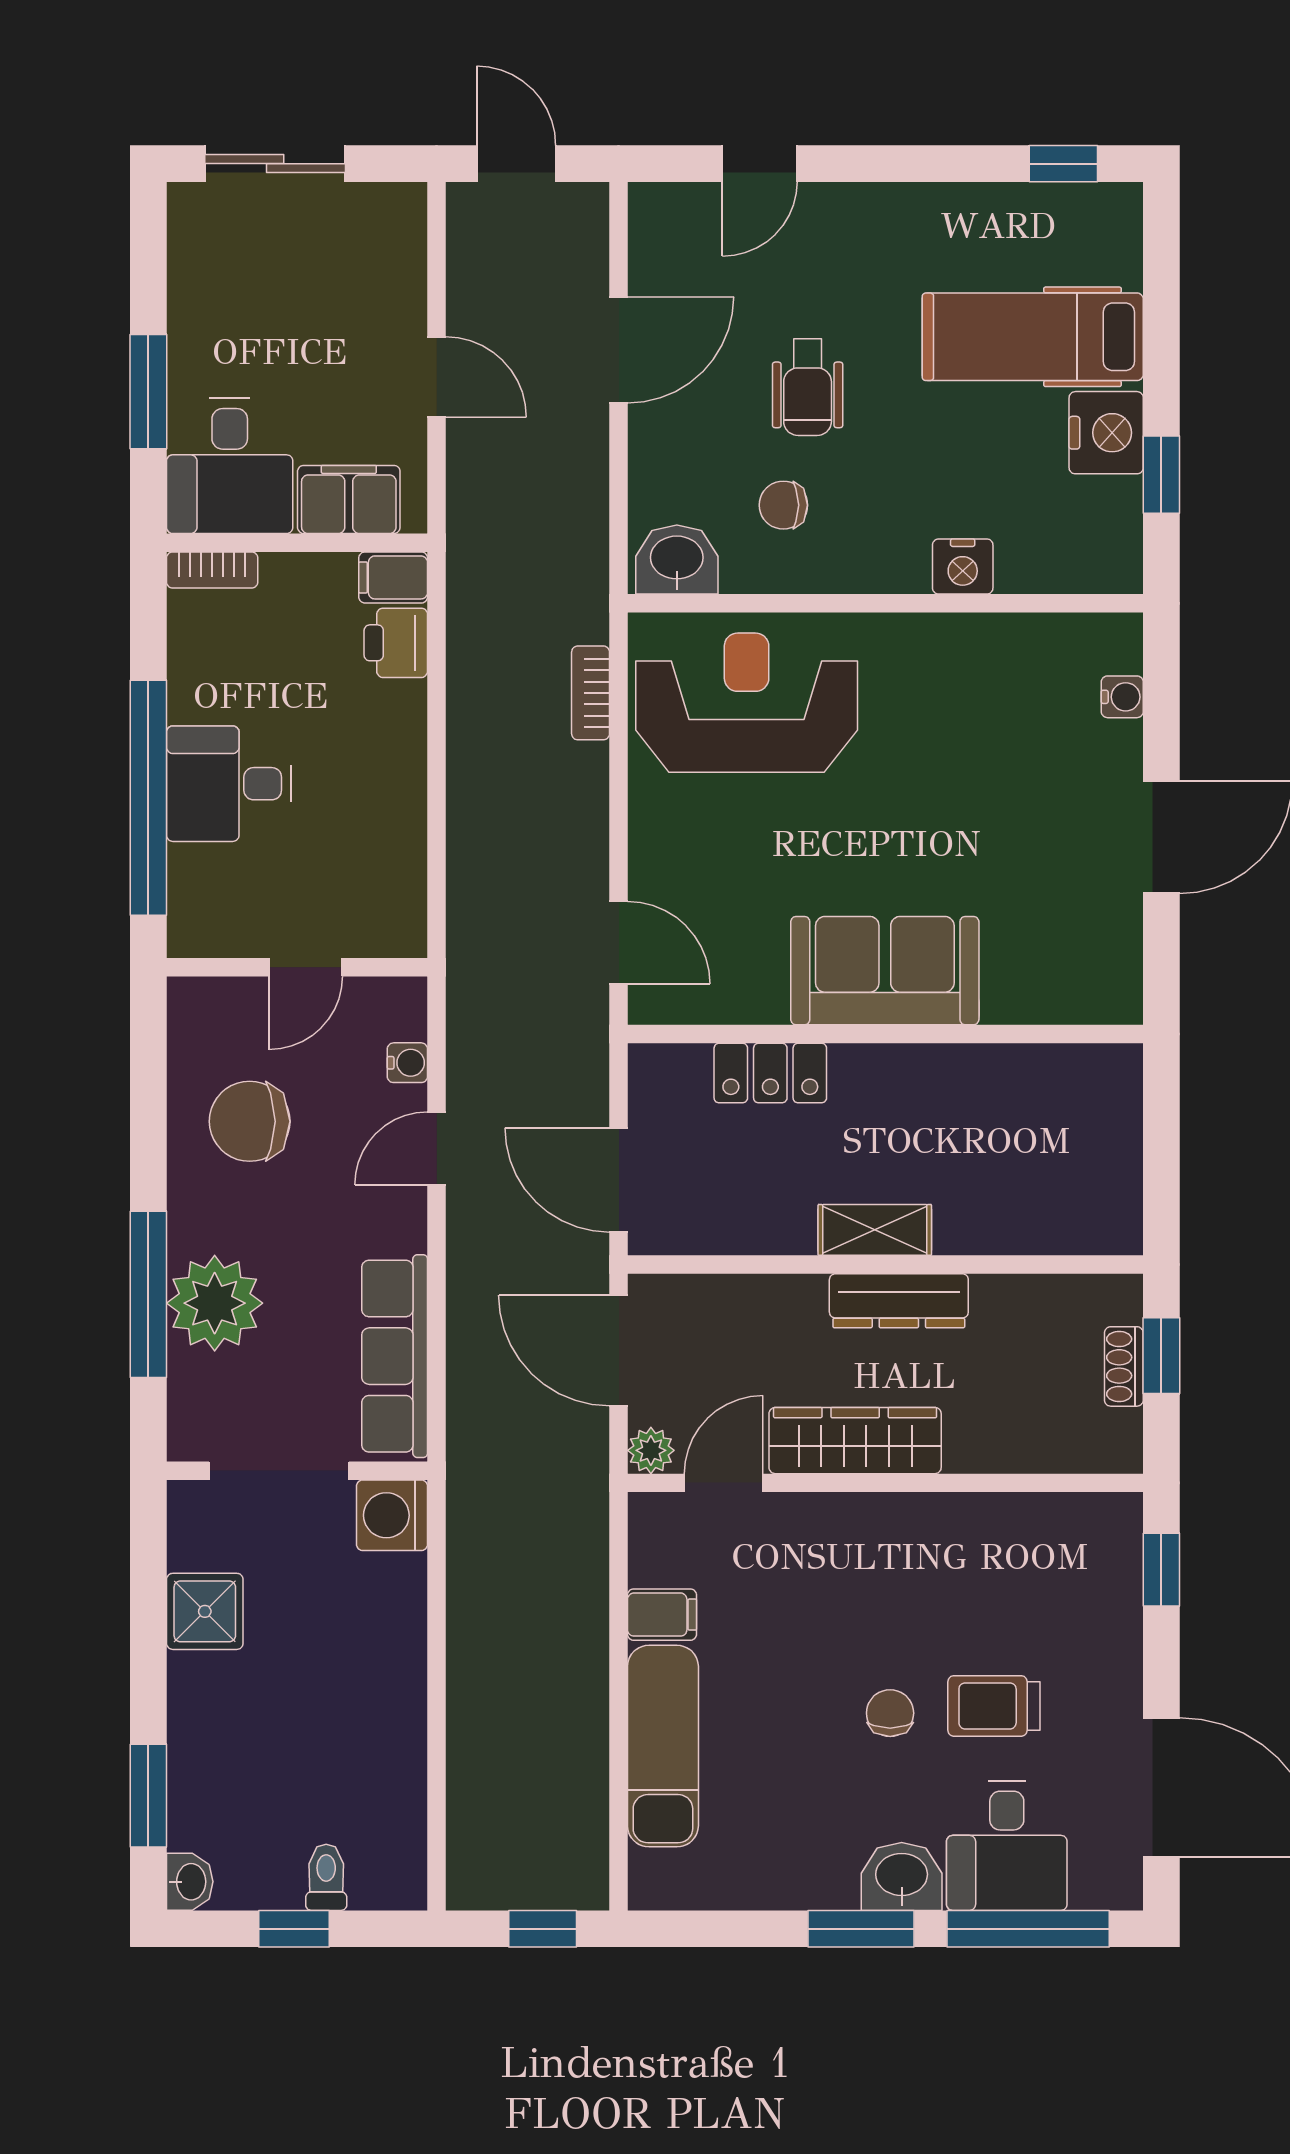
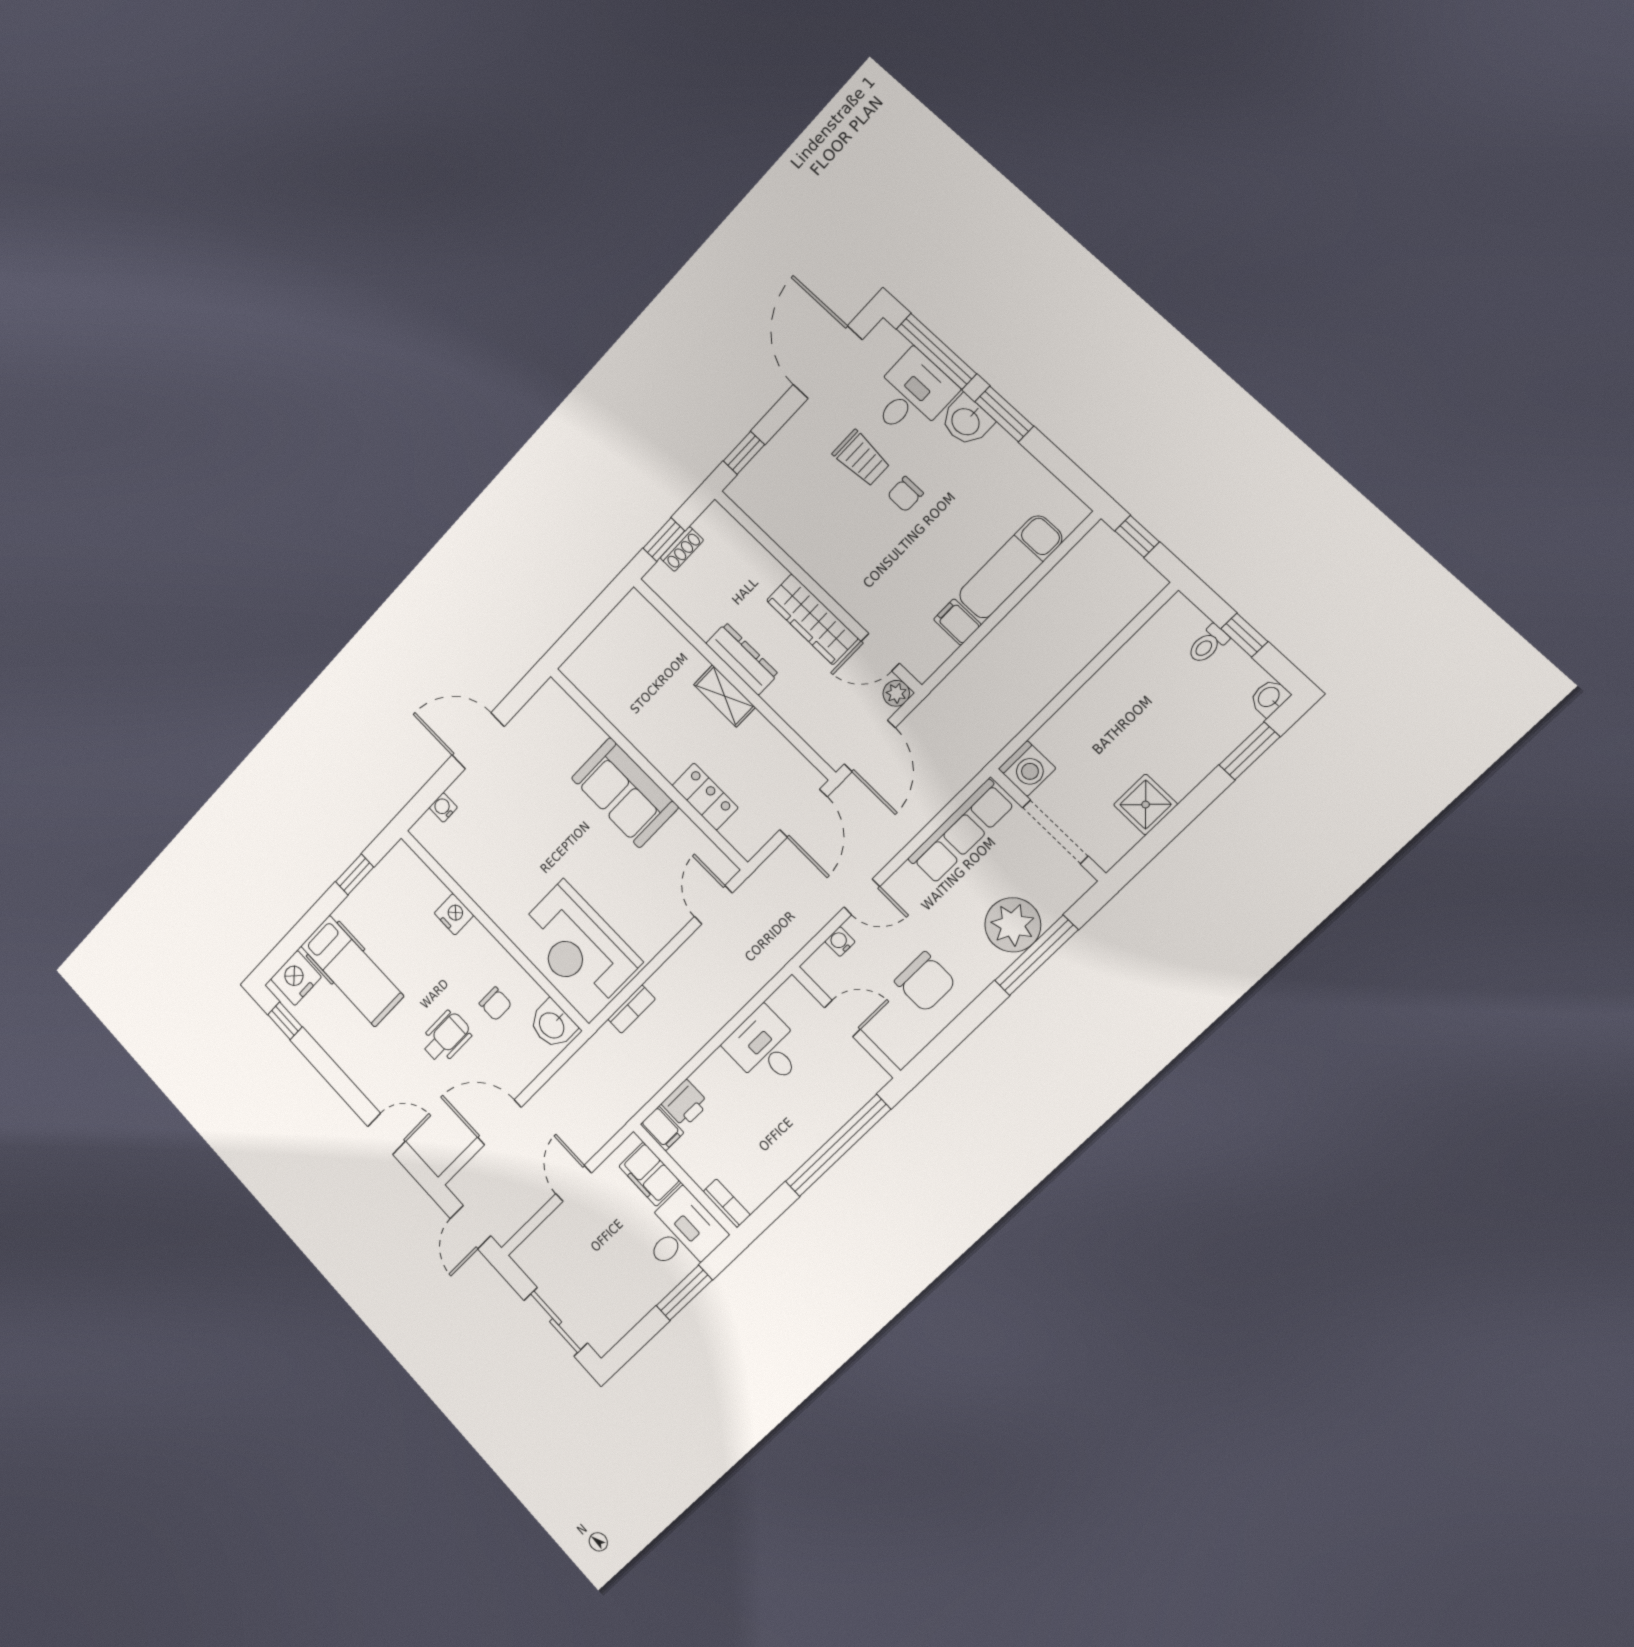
nightstand: (1106, 433) -> (296, 978), moved
desk: (229, 784) -> (765, 1048), moved, turned 180

